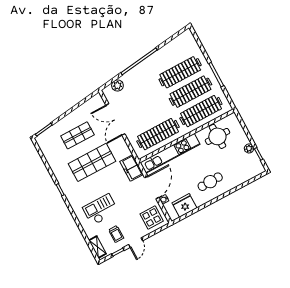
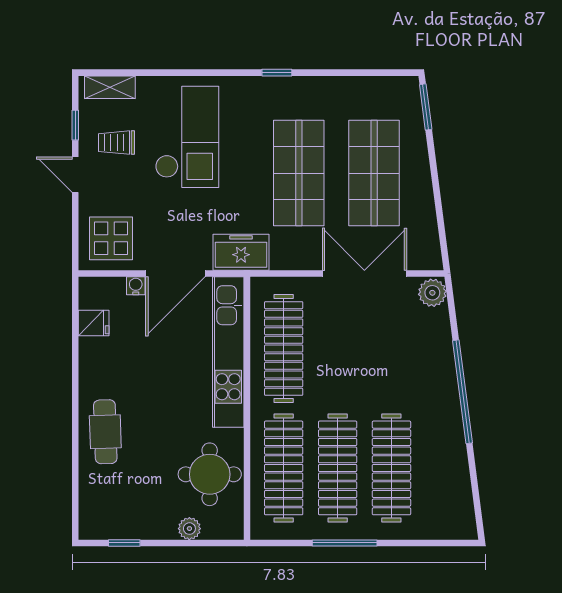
plant: (117, 85) -> (432, 293), moved
shop shelf: (77, 135) -> (374, 173), width x1.43, depth x1.36
plant: (249, 148) -> (189, 529), moved
cafe table: (210, 182) -> (105, 432), moved
door: (152, 187) -> (175, 273), hinge flipped
fridge: (184, 205) -> (94, 323), width x0.53, depth x0.75
checkout: (101, 210) -> (187, 137), width x1.36, depth x1.21

